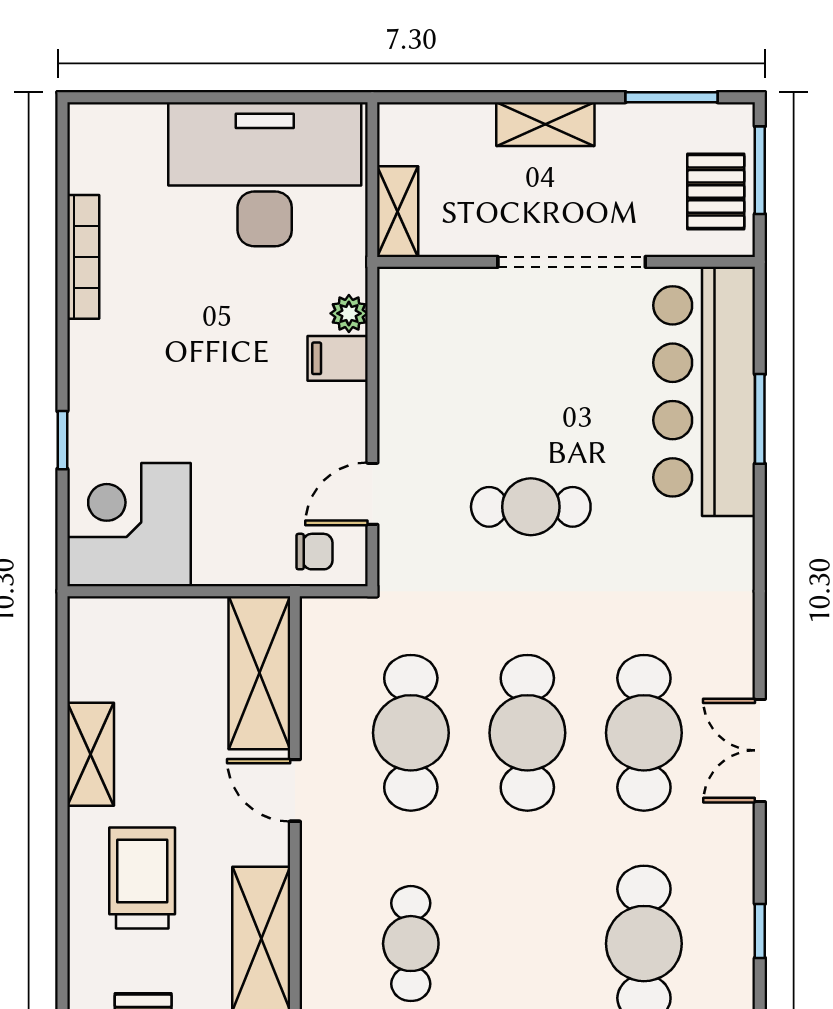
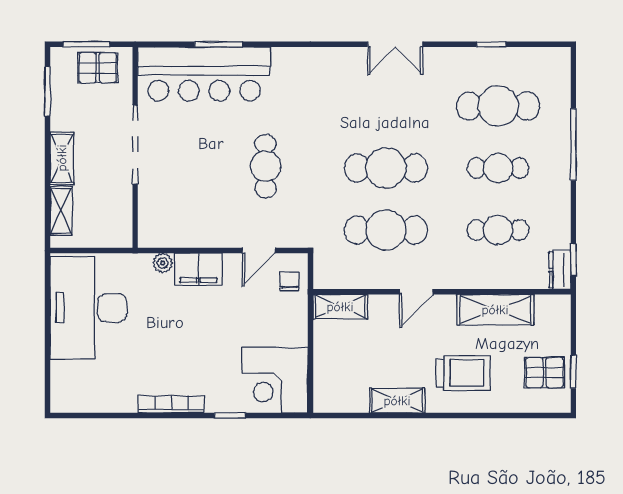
shelving: (398, 212) -> (61, 211), moved, turned 90
bookcase: (83, 257) -> (171, 404), moved
filing cabinet: (338, 358) -> (198, 269), width x2.00
door: (372, 494) -> (259, 251), hinge flipped
shelving: (259, 673) -> (340, 307), width x0.67, depth x0.75
cafe table: (644, 733) -> (498, 168), moved, width x0.73, depth x0.74
trolley: (142, 878) -> (463, 373), turned 180

